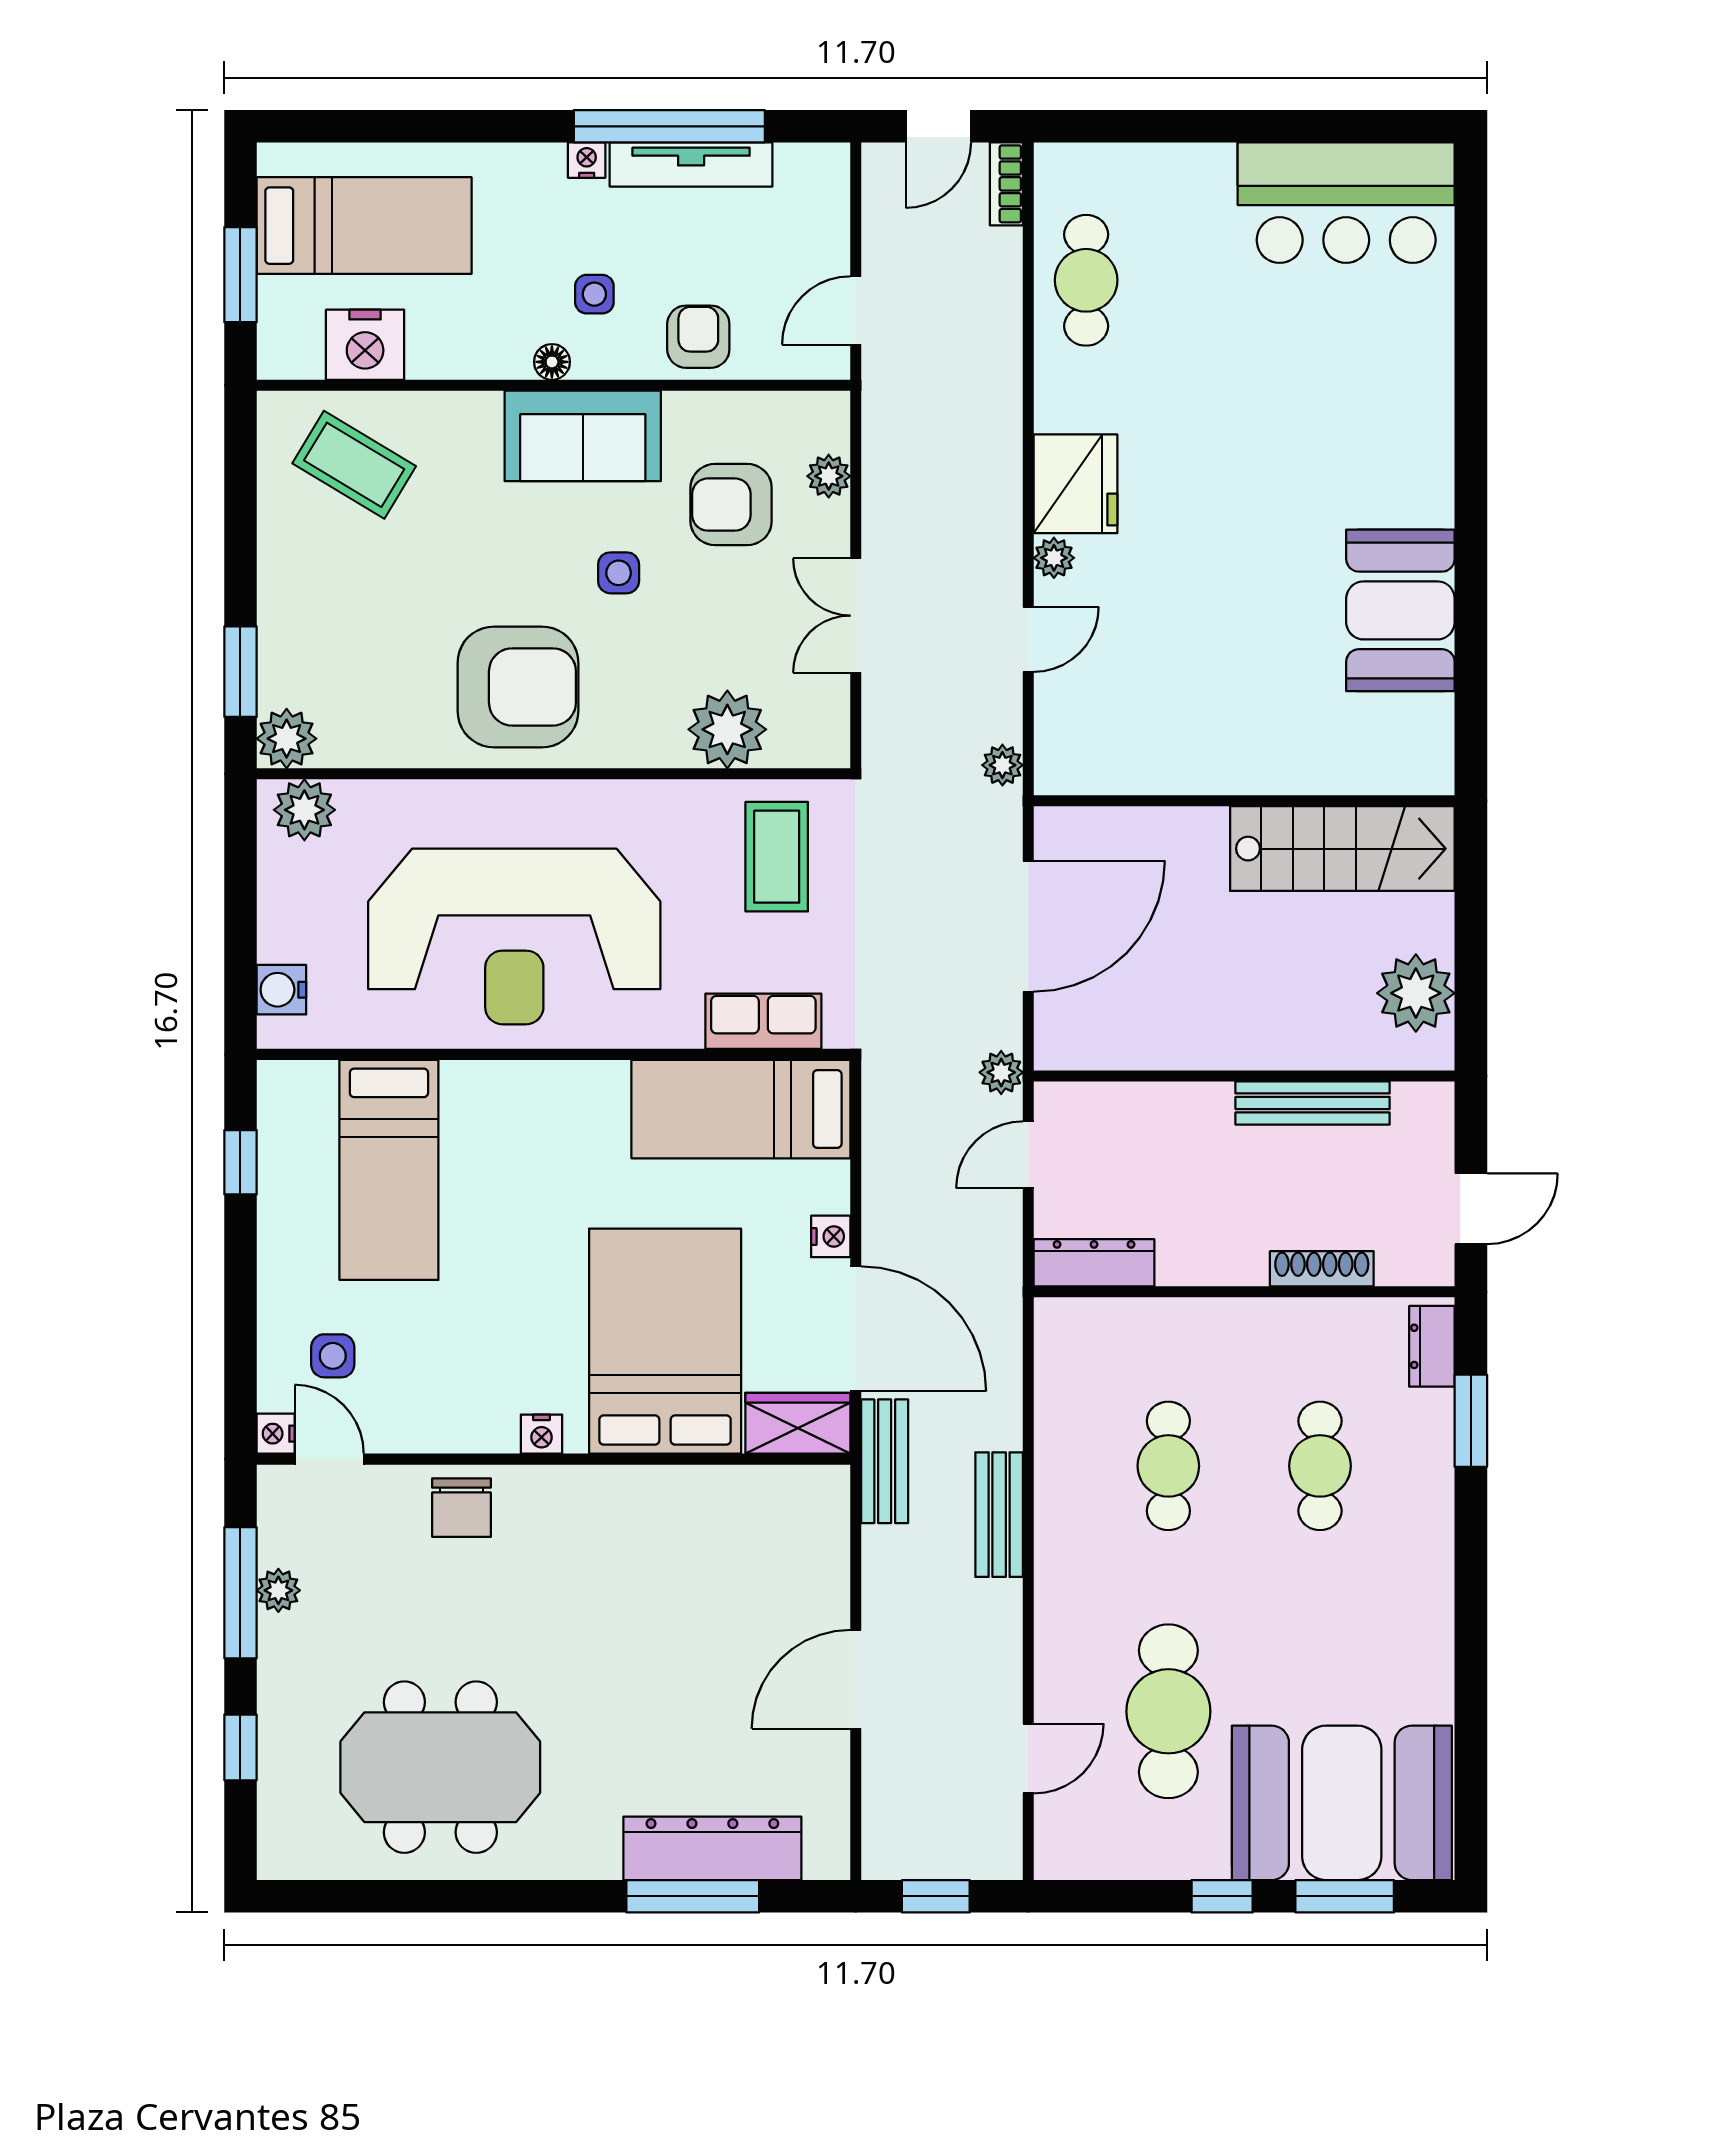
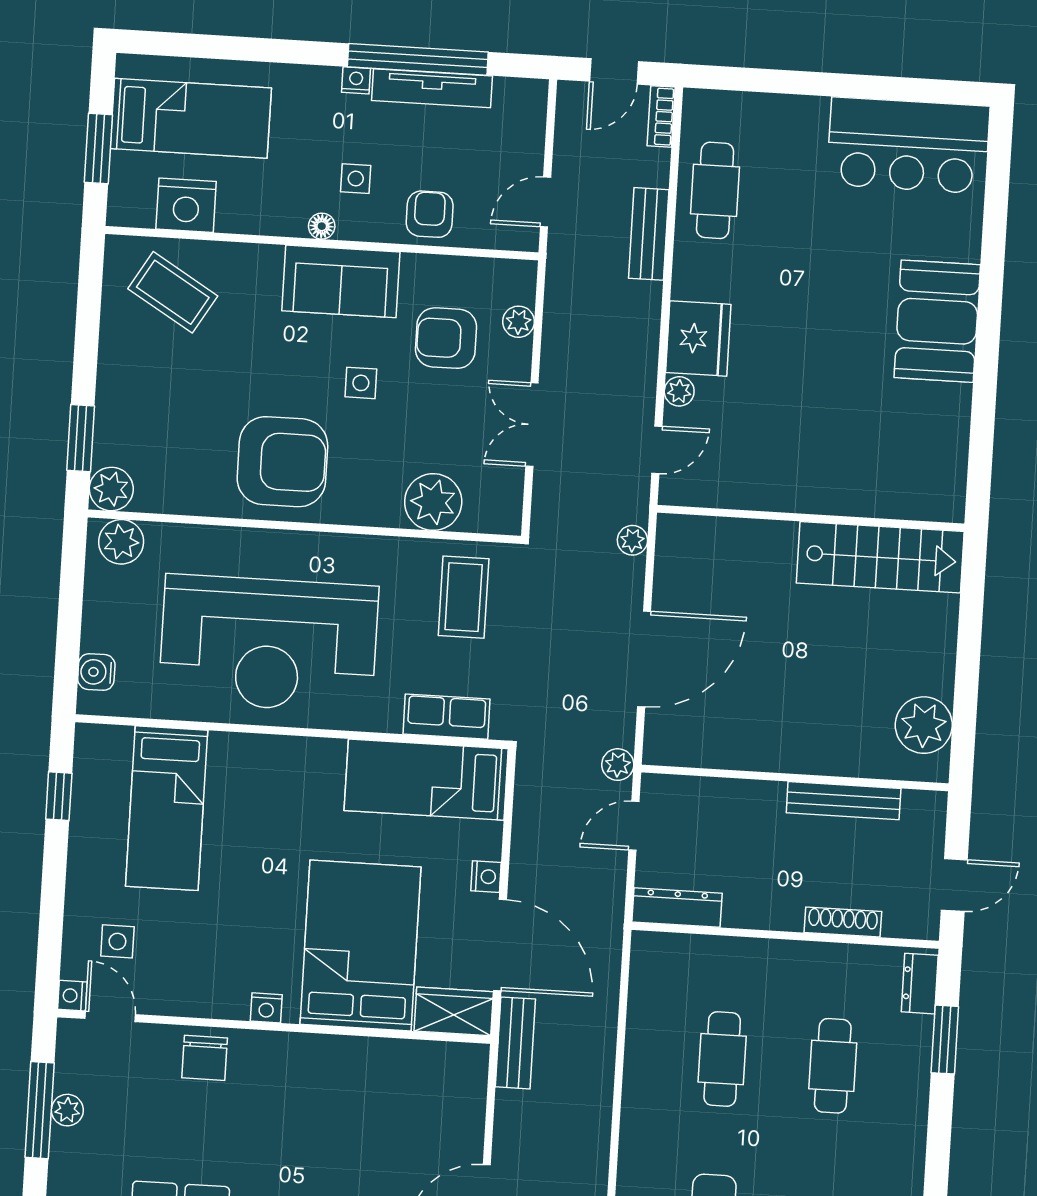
booth: (1400, 610) -> (937, 321), moved
wall: (1244, 801) -> (811, 518), moved
stairs: (1342, 849) -> (880, 557), moved
bench: (999, 1515) -> (649, 234), moved

